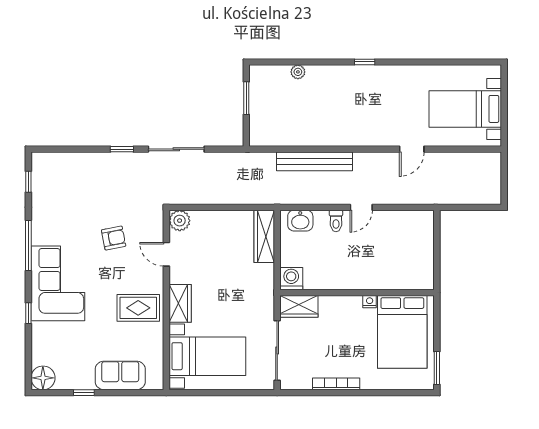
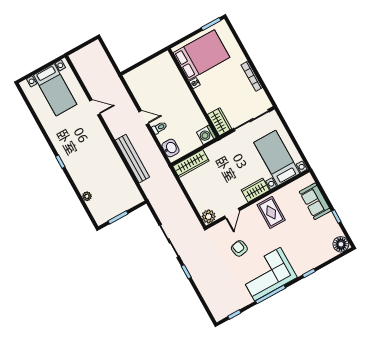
corner sofa: (58, 283) -> (268, 274), moved

